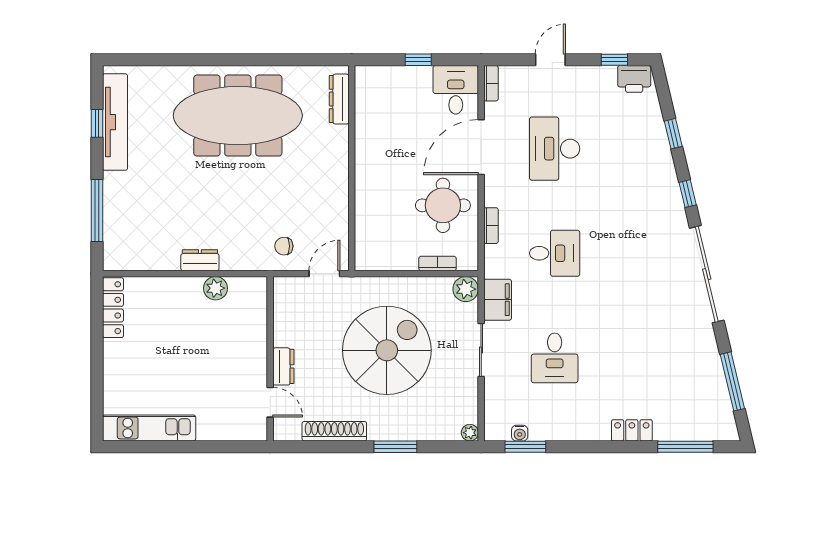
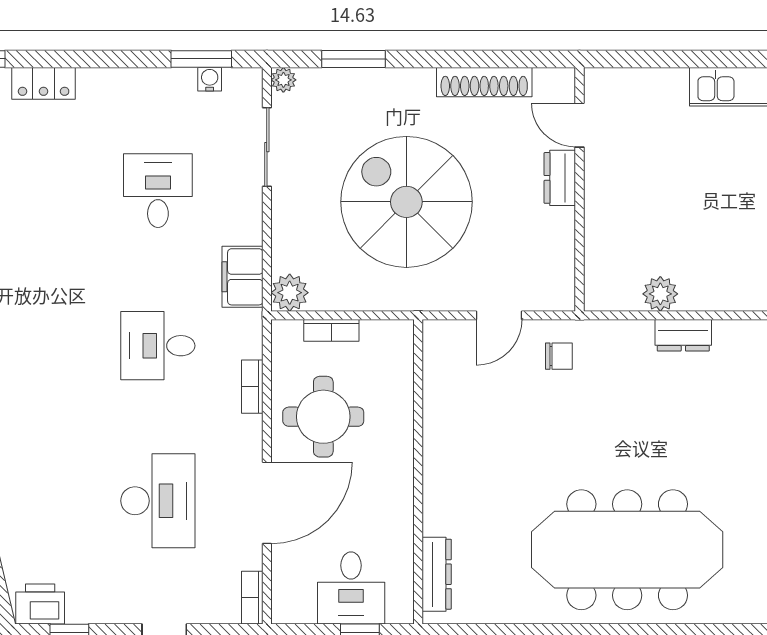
desk: (456, 90) -> (351, 588), moved
dresser: (339, 99) -> (437, 574), moved
wall: (352, 168) -> (418, 472), moved
spiral stairs: (387, 350) -> (406, 202), turned 90
sliding door: (481, 350) -> (267, 147), moved
window: (395, 447) -> (353, 59), moved

